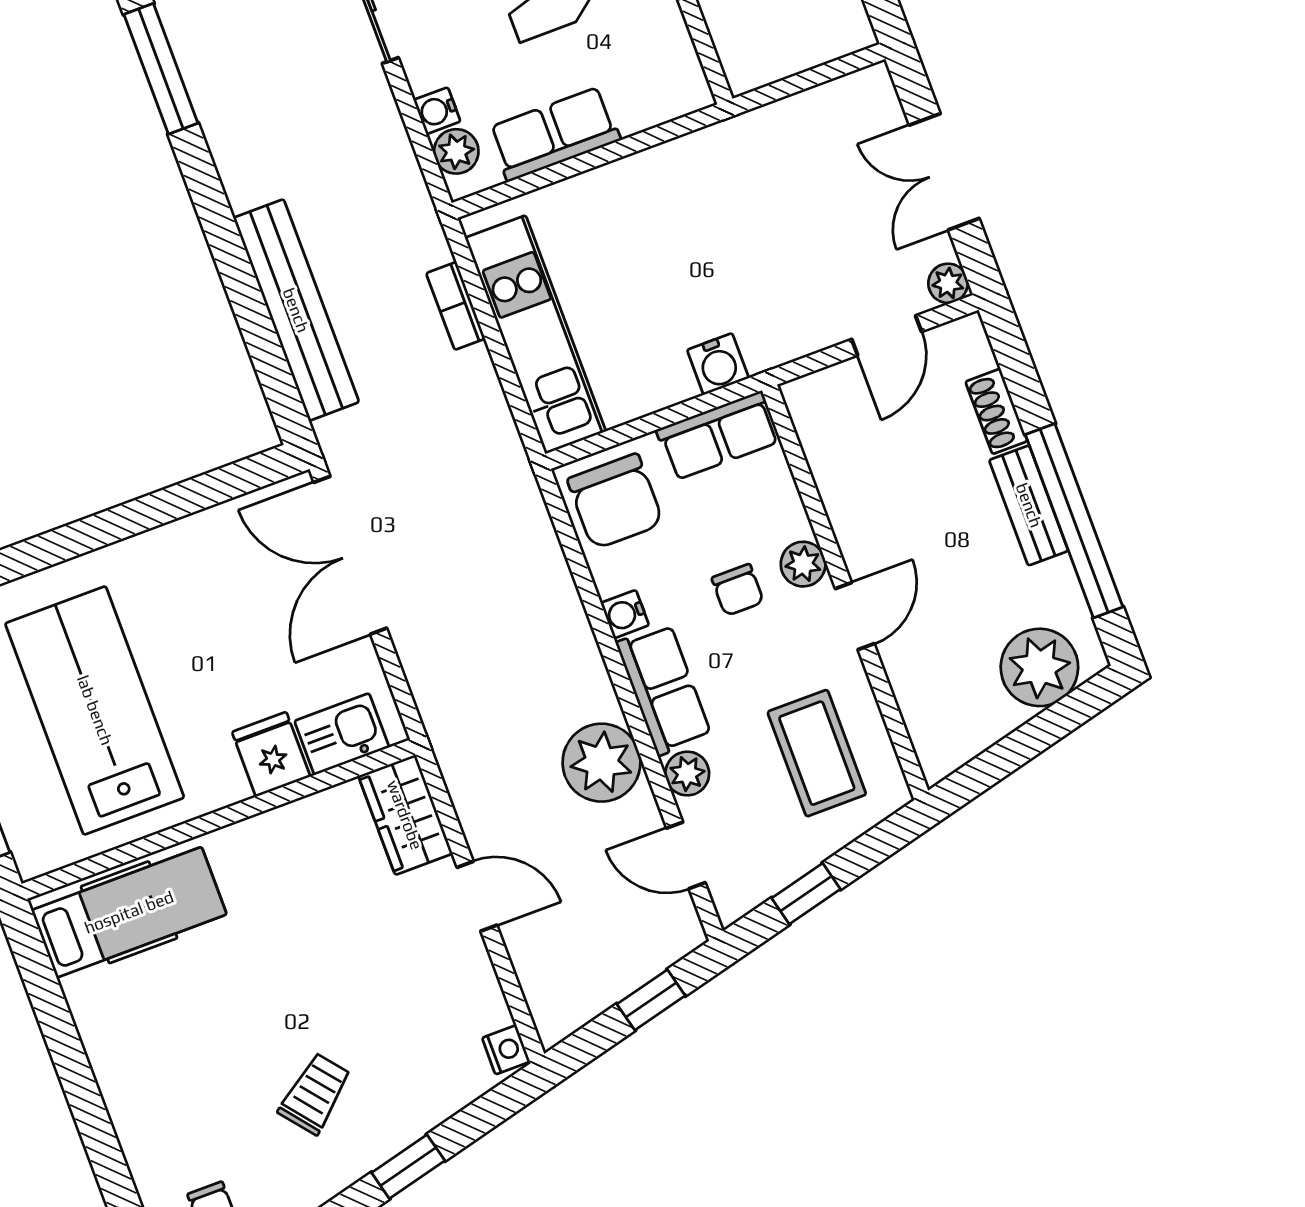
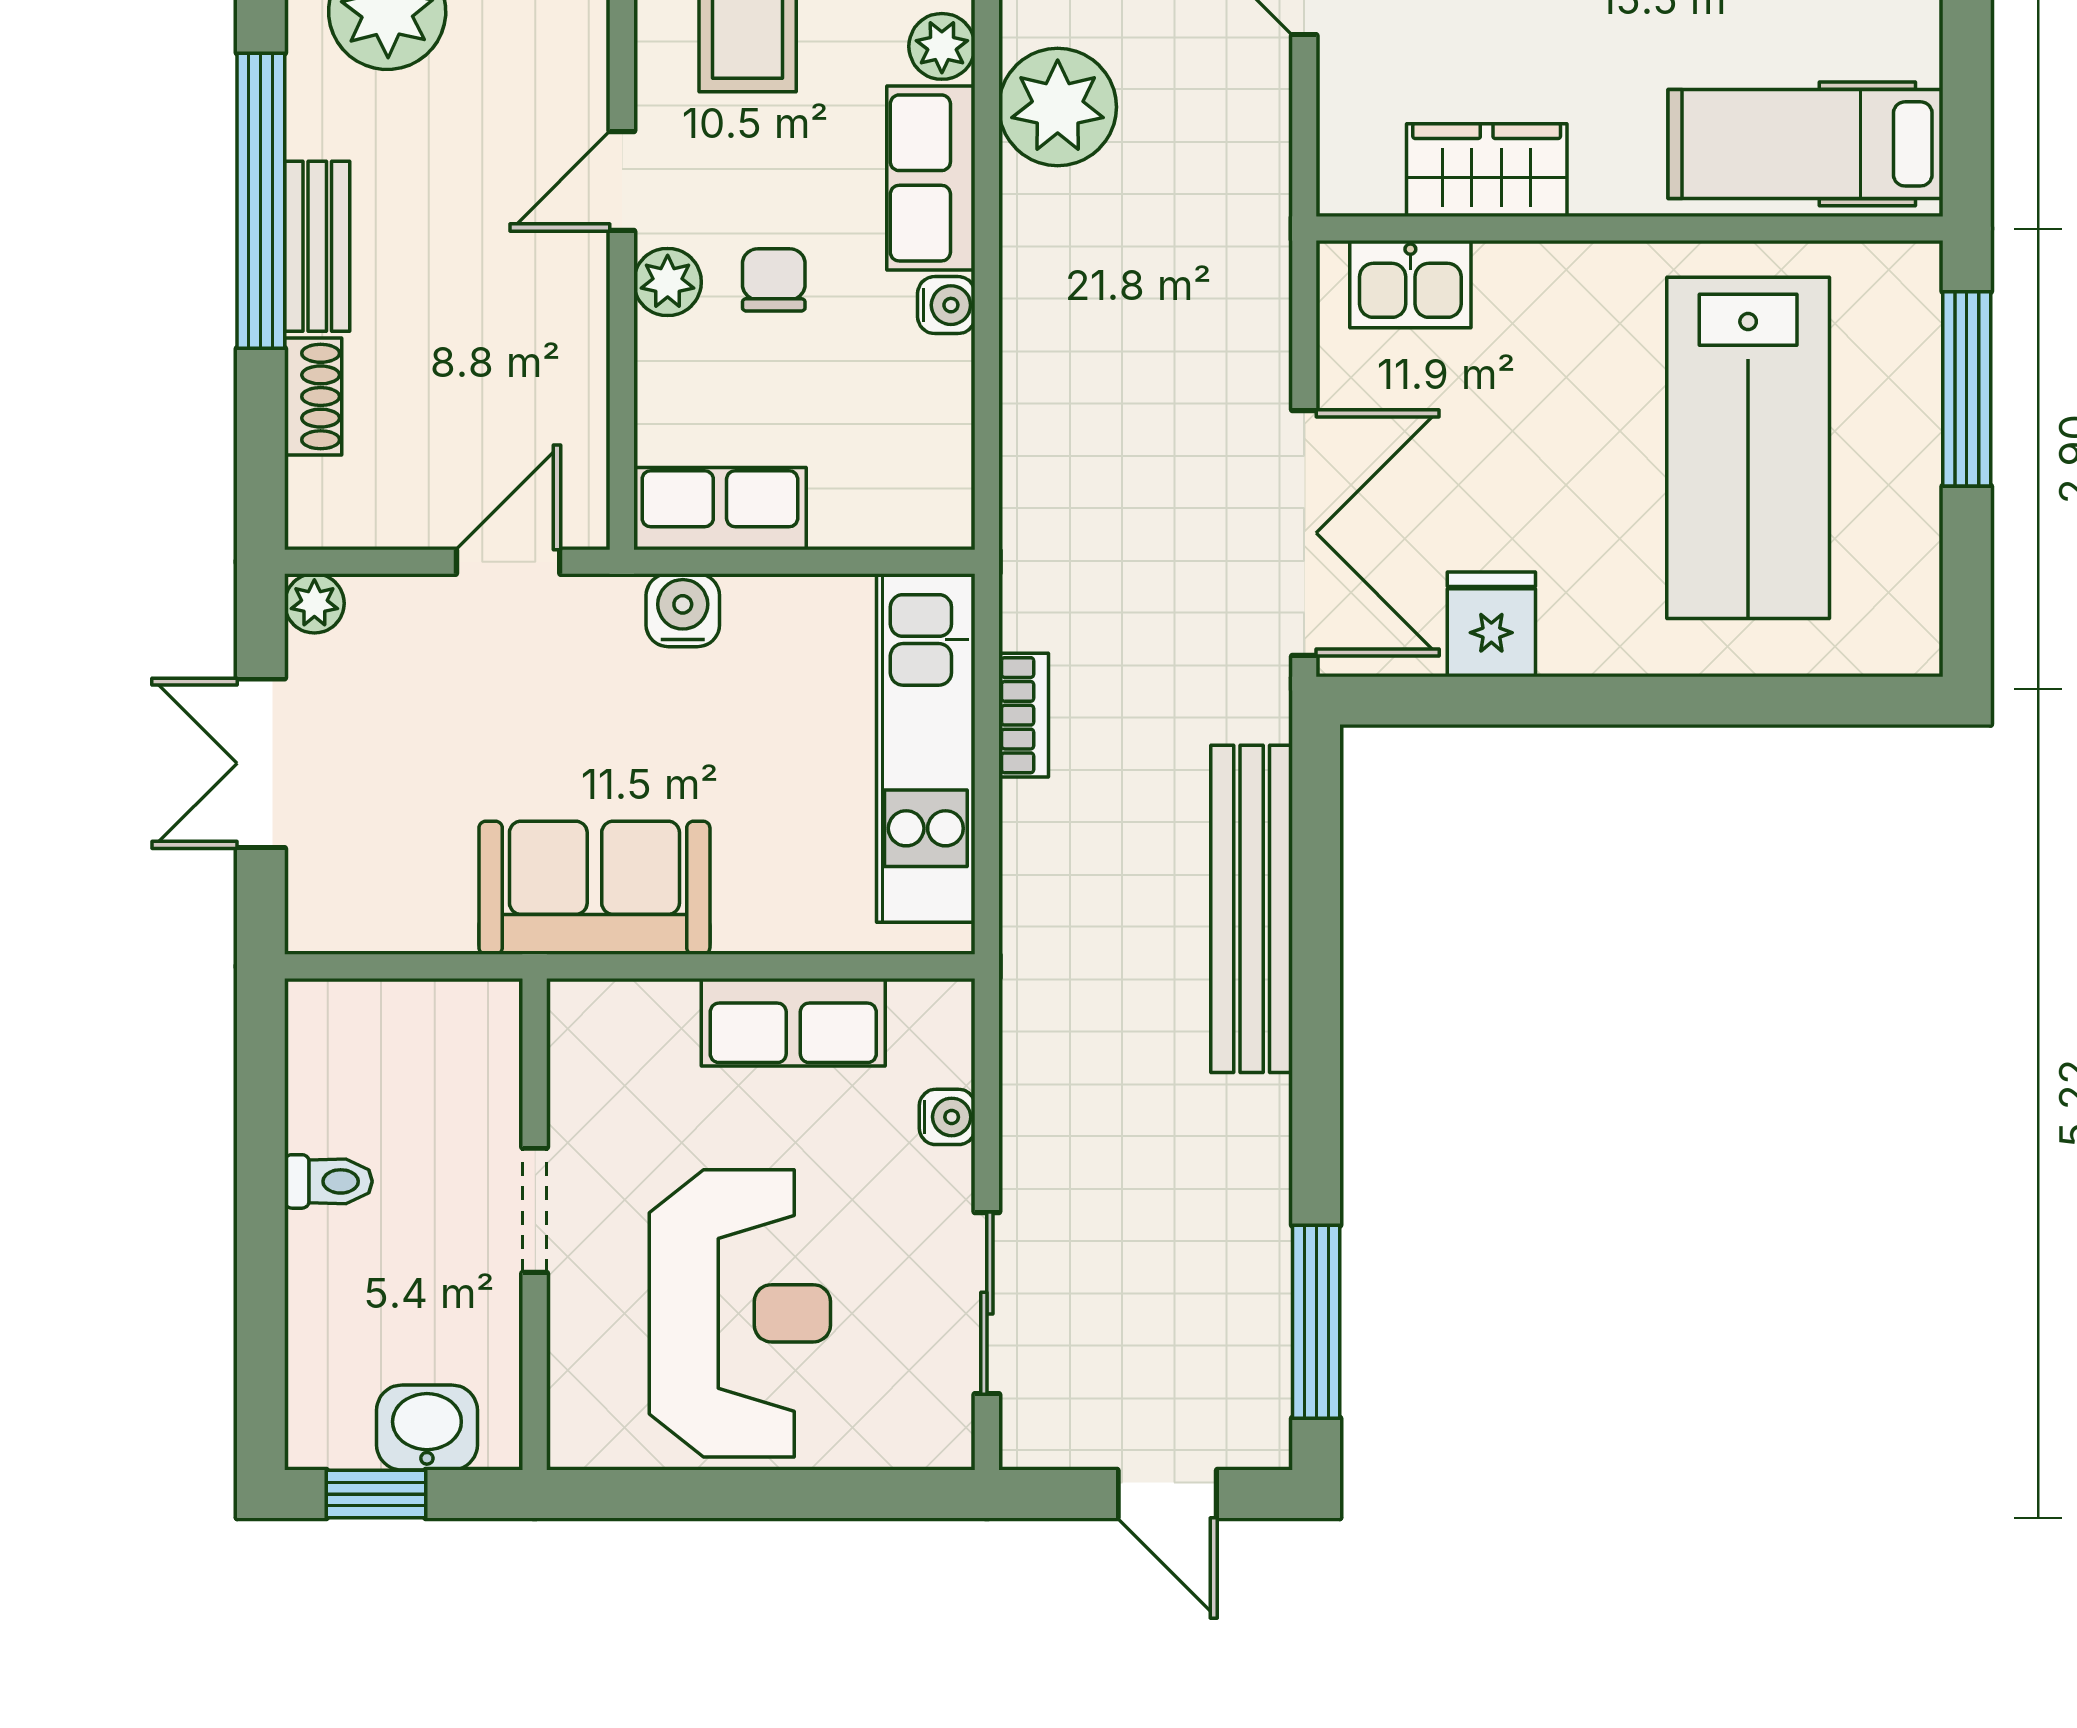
plant: (456, 151) -> (941, 1049), removed
sofa: (709, 171) -> (594, 888), added
double door: (944, 172) -> (261, 763), swing flipped
bookcase: (456, 306) -> (1024, 715), moved
door: (887, 335) -> (508, 562), moved
chair: (615, 501) -> (900, 470), removed
fridge: (271, 754) -> (1491, 624), moved, turned 180
wardrobe: (405, 815) -> (1487, 170), moved, turned -90

